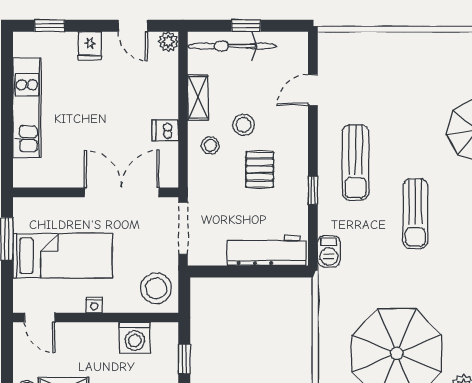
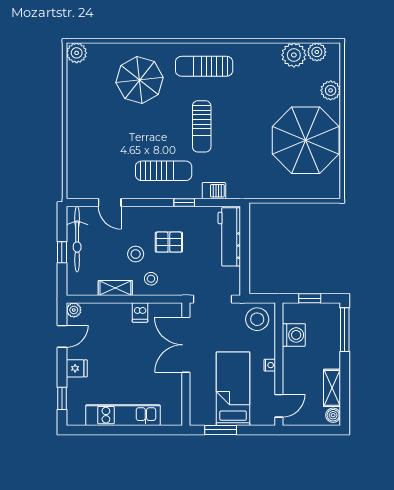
bicycle: (232, 46) -> (77, 239), moved
sun lounger: (415, 214) -> (202, 126), turned 90
barbecue: (329, 251) -> (214, 191), moved

